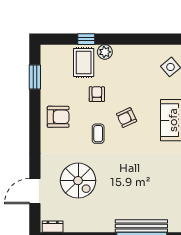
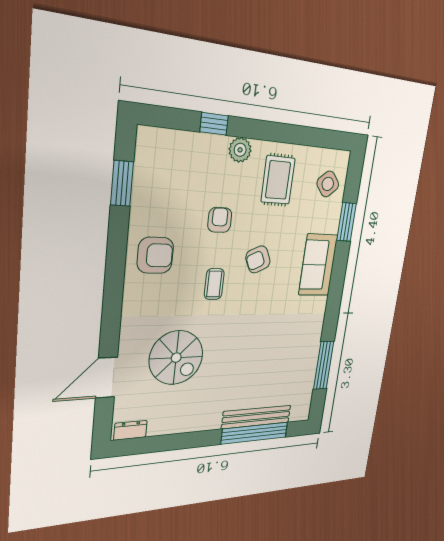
rug: (84, 63) -> (278, 180), moved

